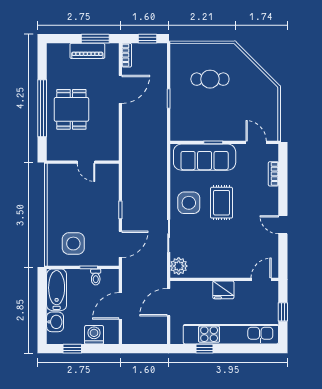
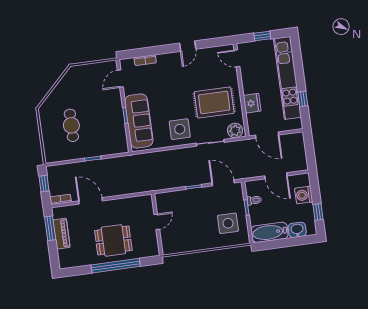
rug: (222, 203) -> (214, 102), moved, width x1.36, depth x1.43
fridge: (223, 290) -> (252, 103), moved

